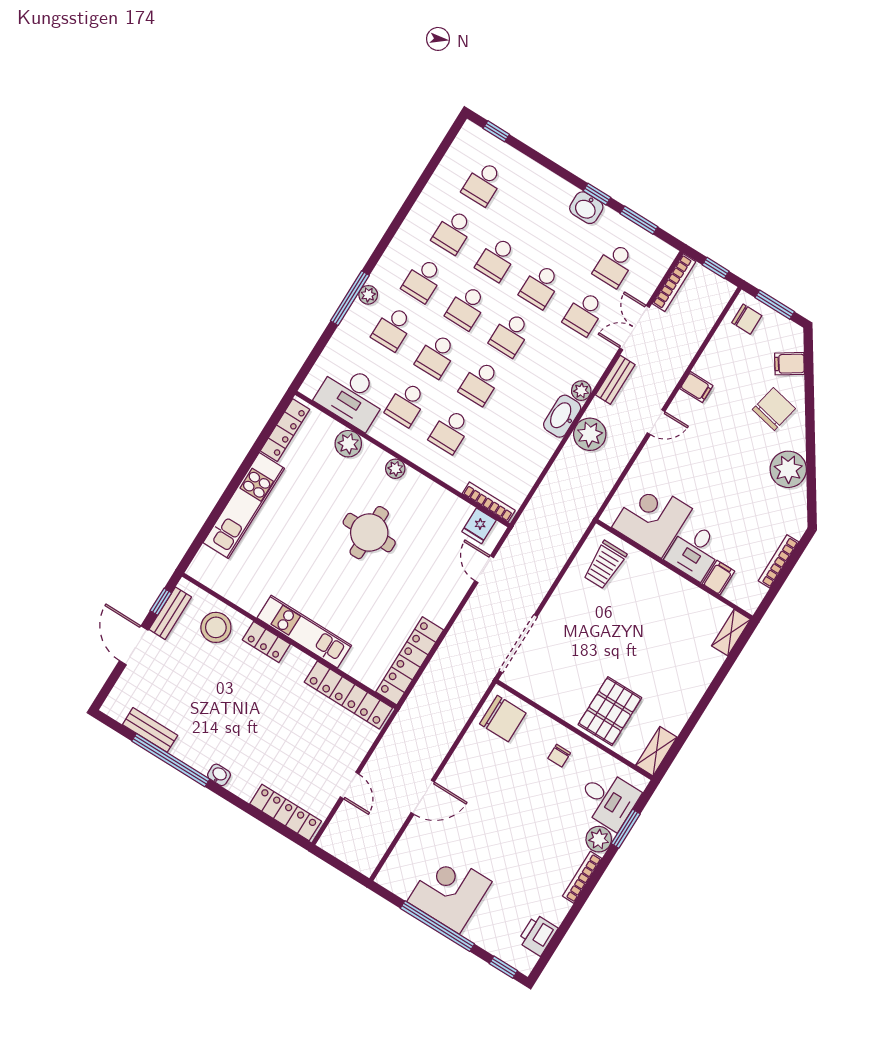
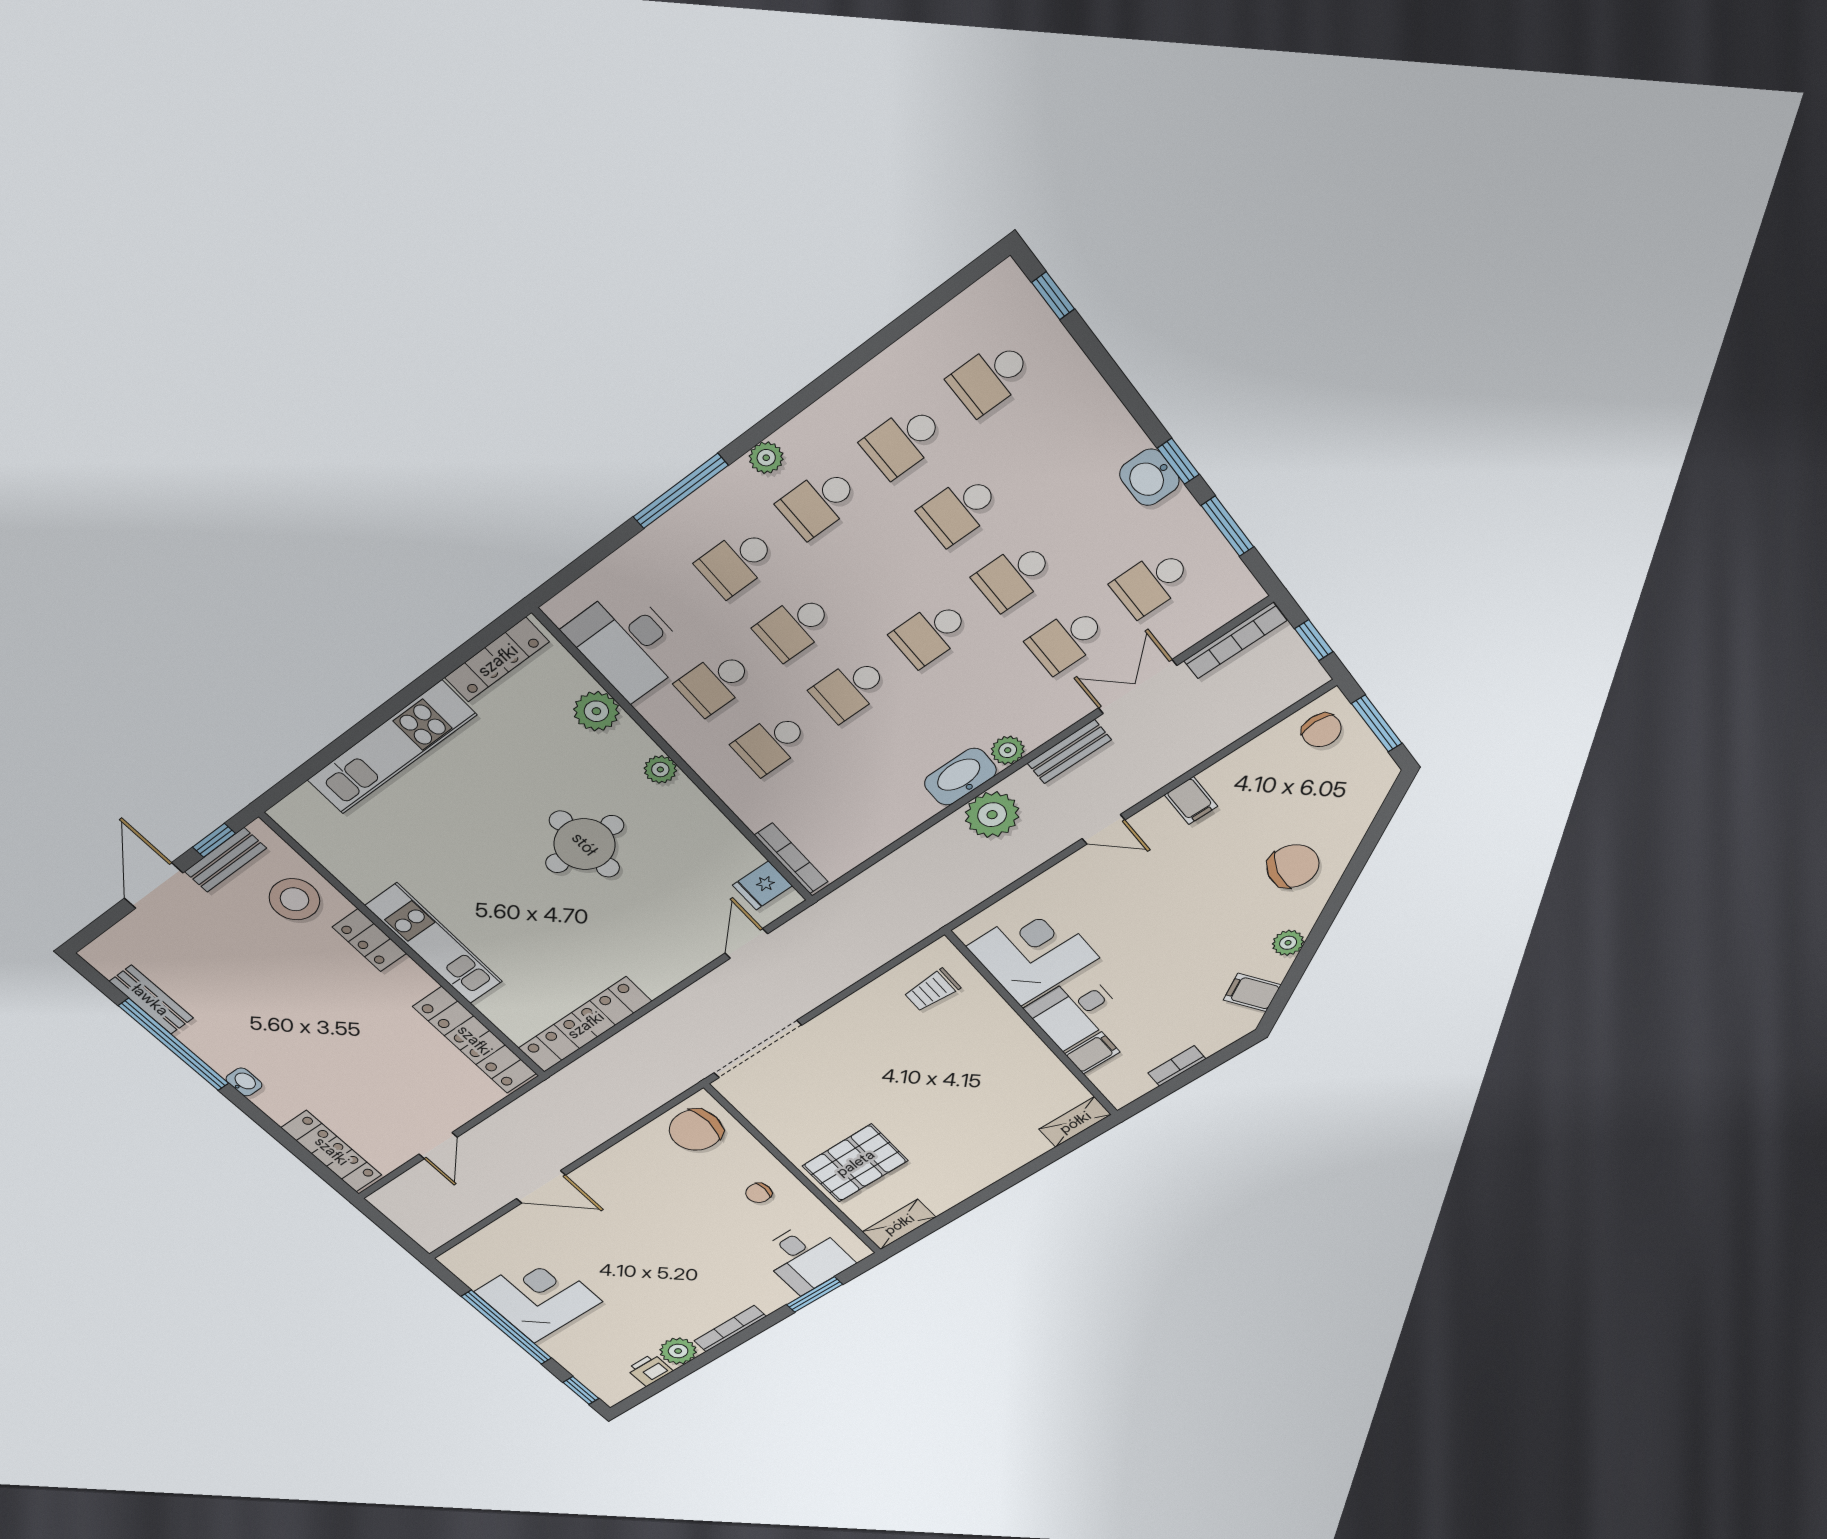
plant: (368, 295) -> (766, 458), moved
school desk: (467, 307) -> (875, 569), removed
filing cabinet: (789, 364) -> (1252, 992), moved
plant: (788, 469) -> (1288, 943), width x0.53, depth x0.53
bookcase: (778, 561) -> (1177, 1066), width x0.64
trolley: (605, 565) -> (932, 990), width x0.73, depth x0.72
chair: (503, 719) -> (696, 1130), turned 90
plant: (599, 839) -> (678, 1351), moved
printer: (538, 935) -> (650, 1370), width x0.73, depth x0.81

